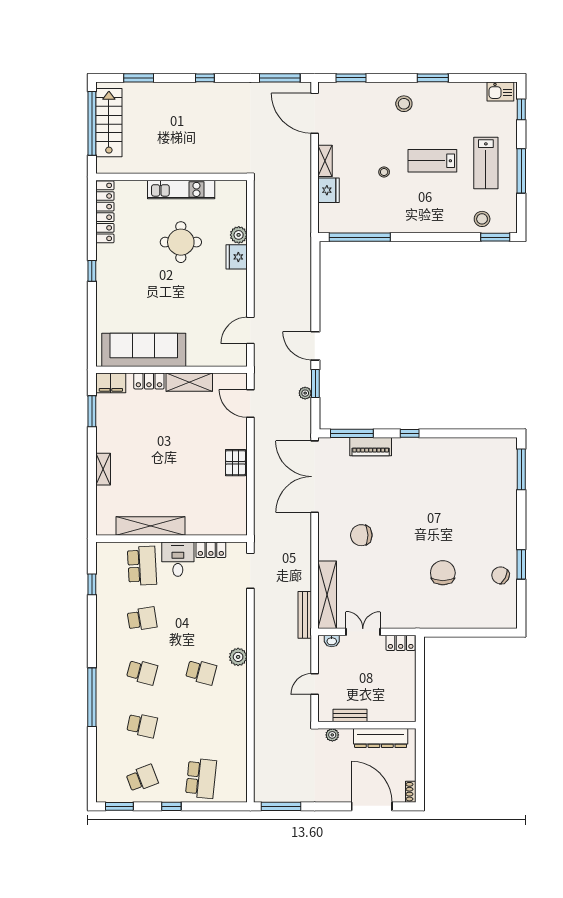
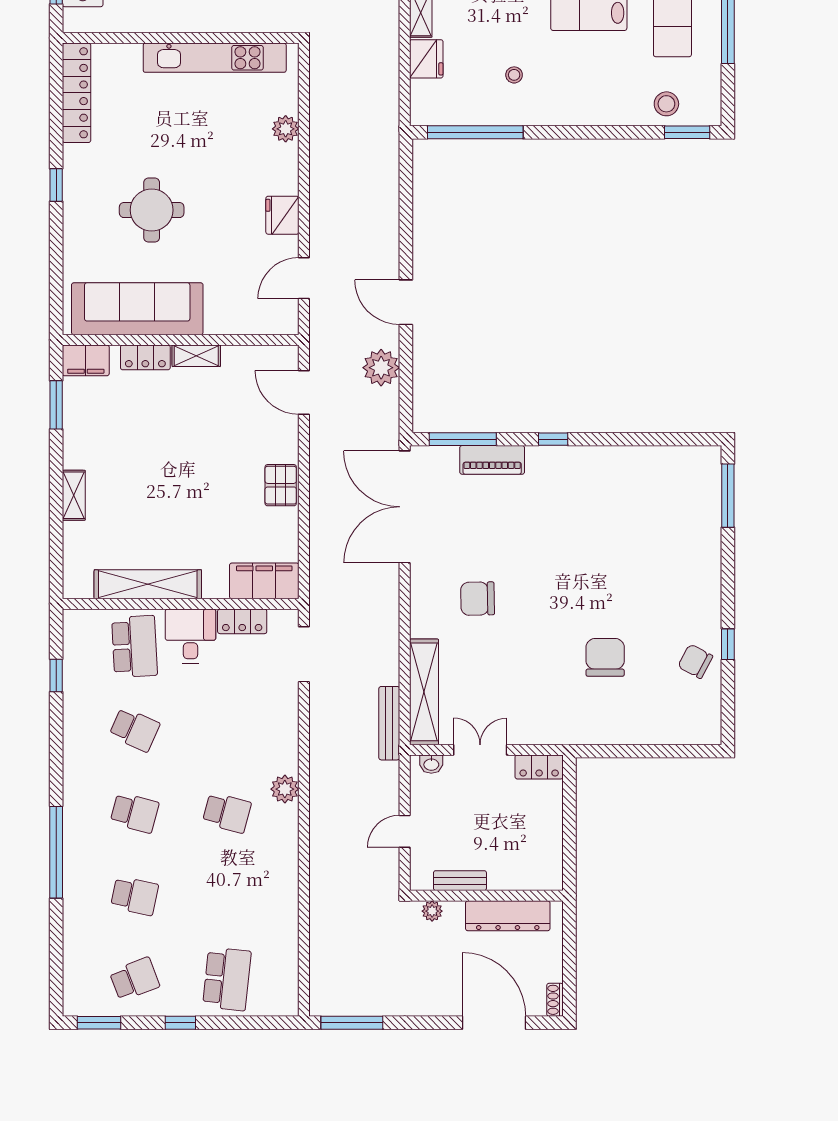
stool: (384, 172) -> (514, 75), moved
kitchen unit: (181, 189) -> (215, 58), width x1.36
round table: (181, 242) -> (152, 210), moved
fridge: (237, 257) -> (282, 215), moved
shelving: (189, 382) -> (196, 356), width x0.67, depth x0.75
window: (315, 383) -> (406, 361), removed
plant: (305, 393) -> (381, 368), width x1.88, depth x1.88
filing cabinet: (225, 524) -> (264, 581), added
window: (521, 564) -> (728, 644), width x0.67
school desk: (142, 619) -> (135, 730), turned 33

